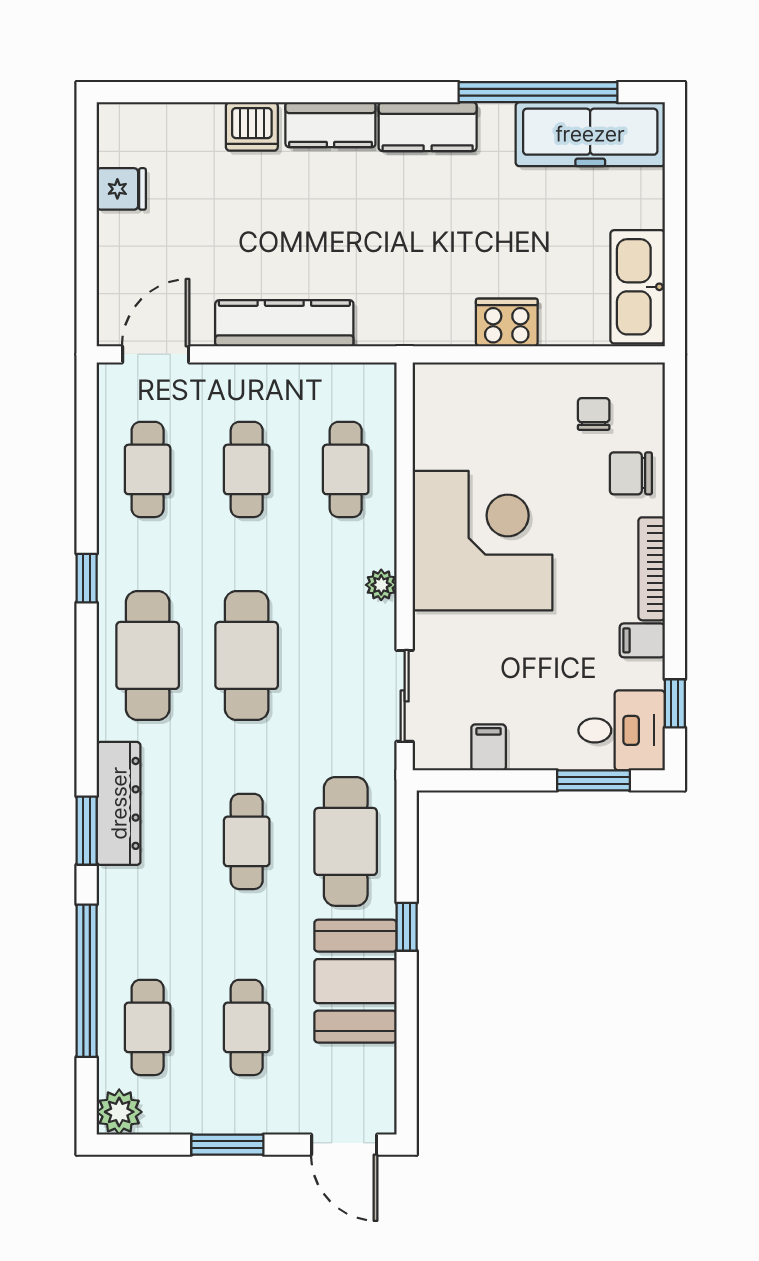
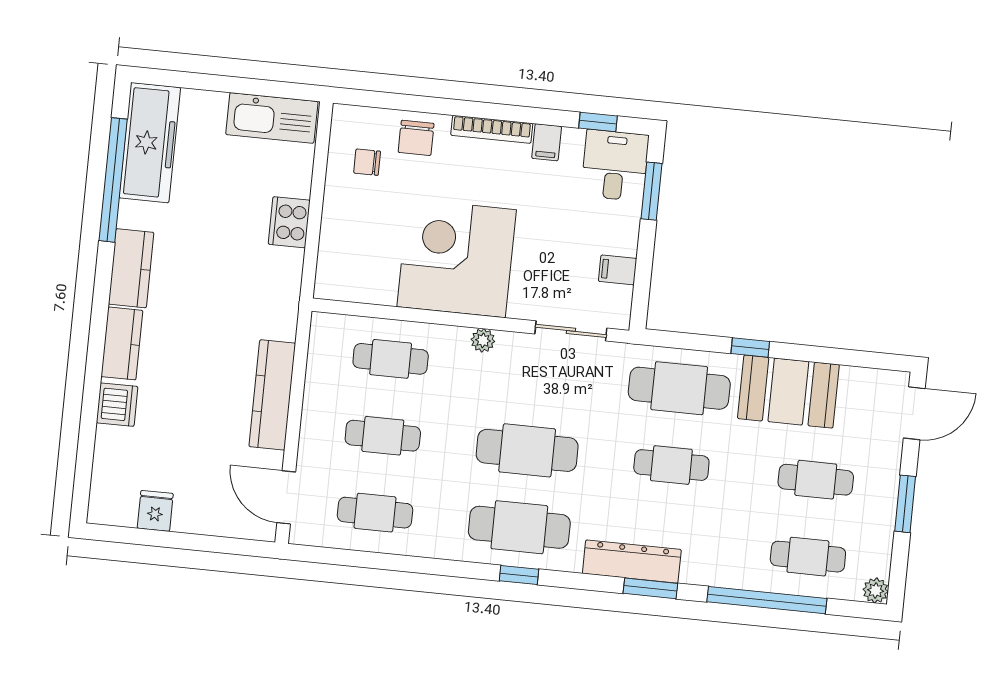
window: (87, 578) -> (519, 575), moved
plant: (119, 1112) -> (876, 591), width x0.73, depth x0.73

